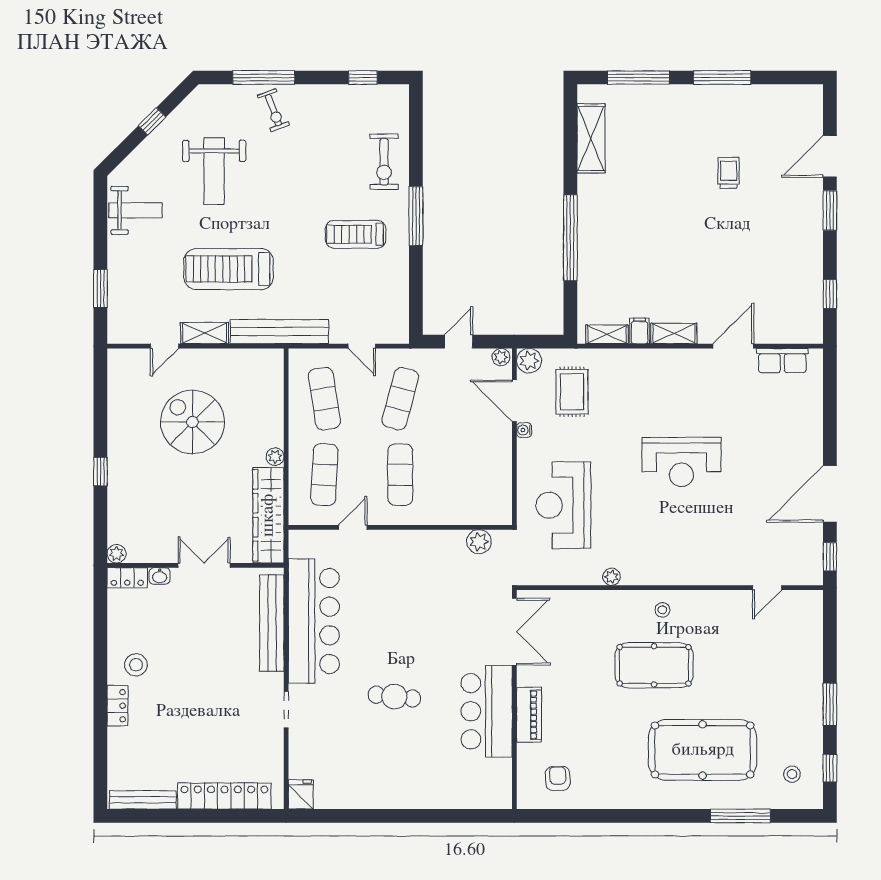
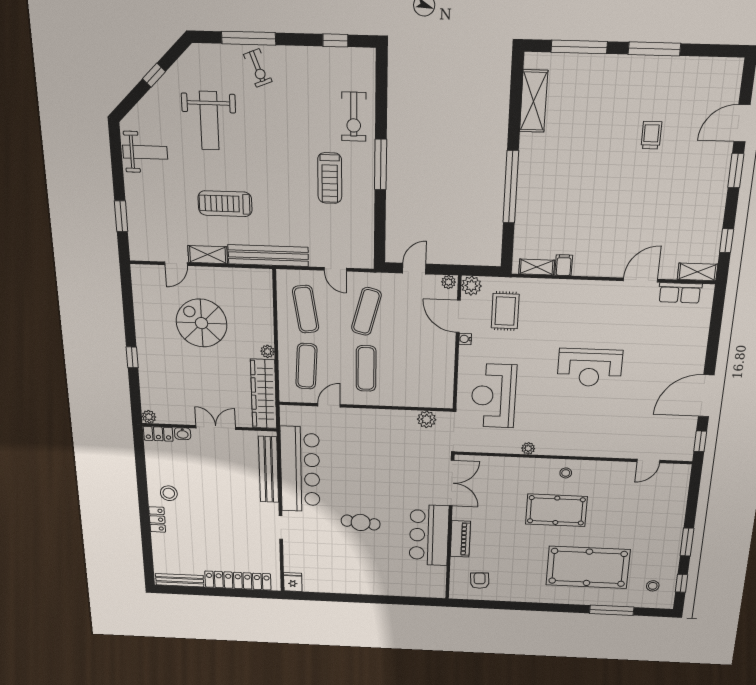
treadmill: (356, 234) -> (330, 178), turned -90
treadmill: (229, 269) -> (225, 204), width x0.73, depth x0.73
shelving: (674, 333) -> (697, 272), moved

